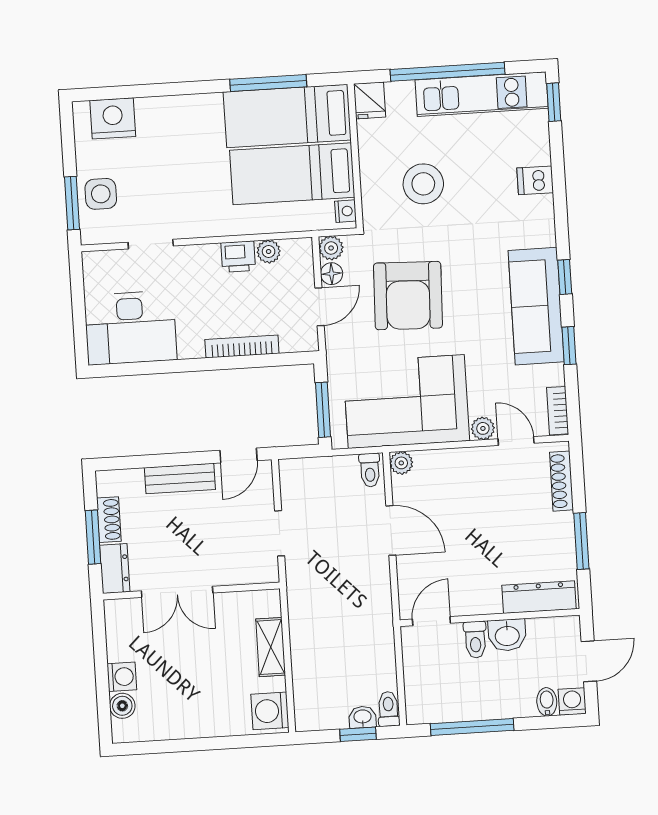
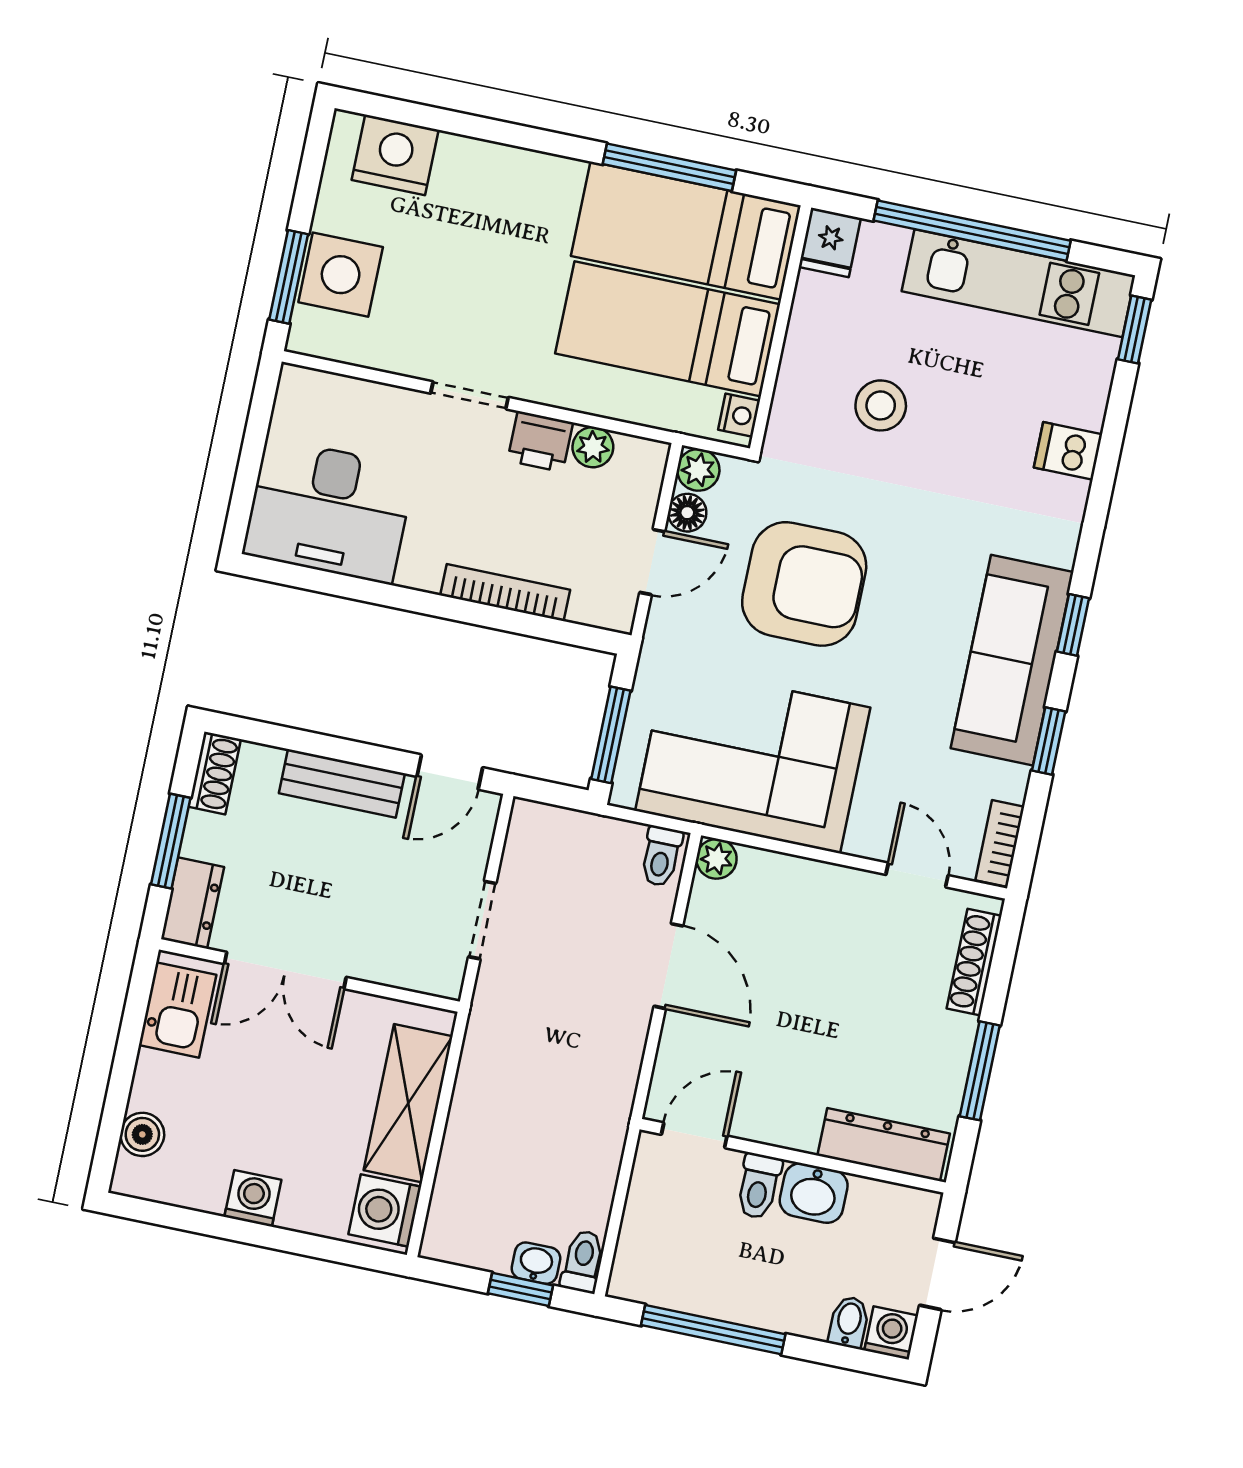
stool: (423, 184) -> (881, 405), width x0.73, depth x0.73
side table: (101, 194) -> (341, 275), width x1.37, depth x1.37
doorway: (151, 244) -> (469, 395), moved
armchair: (408, 296) -> (804, 584), turned -92
plant: (483, 428) -> (868, 839), removed
shoe rack: (109, 520) -> (215, 773), moved
kitchen sink: (123, 631) -> (178, 1010), added
shelving: (271, 647) -> (408, 1103), width x1.50, depth x1.33
washing machine: (122, 677) -> (253, 1198), moved, turned -90

